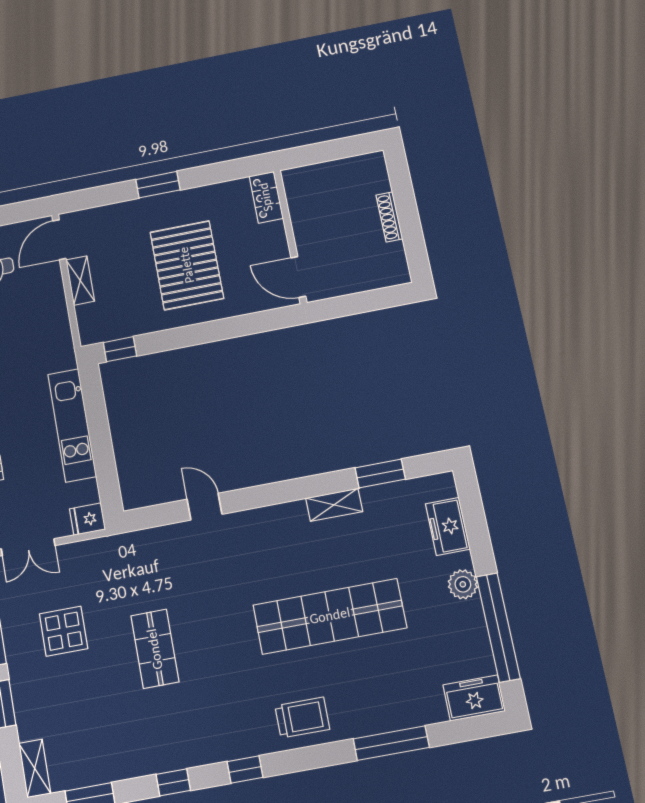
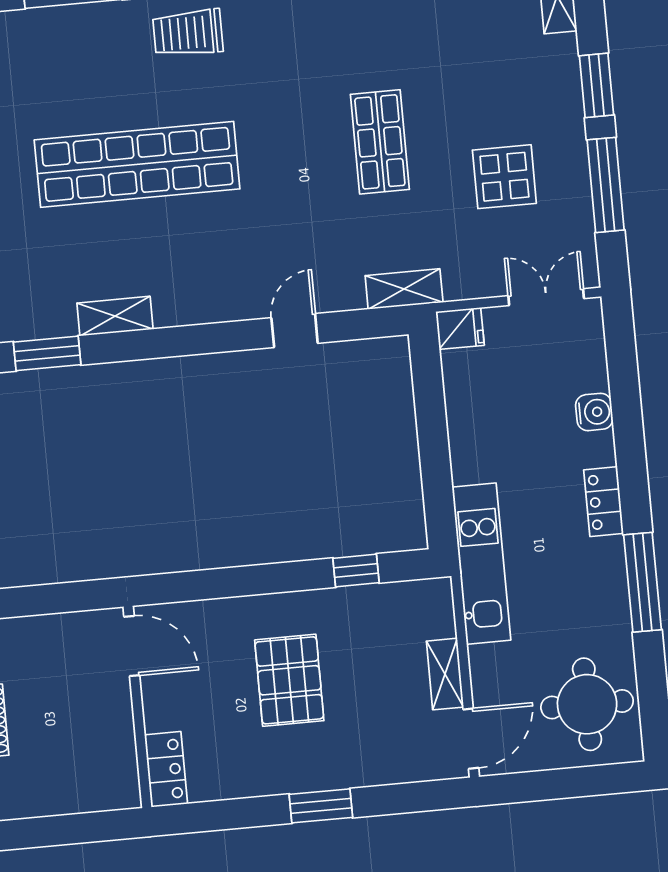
pallet: (187, 265) -> (289, 680), width x0.73, depth x0.71
window: (120, 349) -> (356, 571), moved
kitchen unit: (72, 425) -> (481, 564), moved
door: (205, 507) -> (295, 330), swing flipped
shelving: (129, 544) -> (404, 289), added

